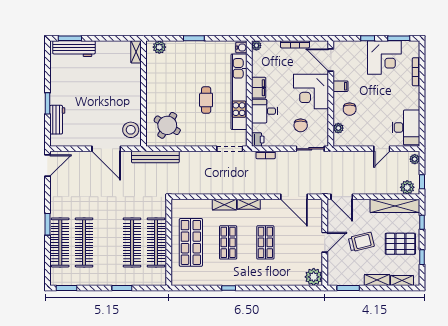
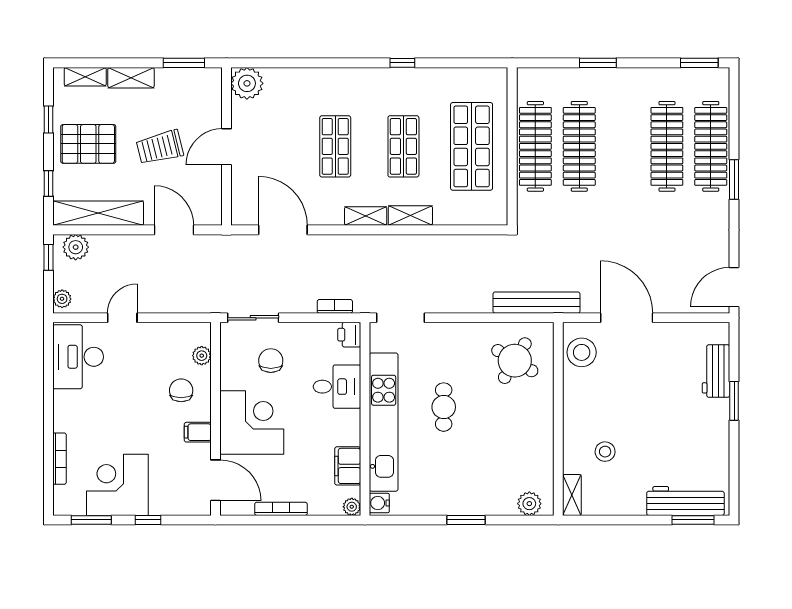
stool: (118, 76) -> (605, 452), added
filing cabinet: (259, 88) -> (348, 466), moved
door: (342, 197) -> (174, 230), moved

